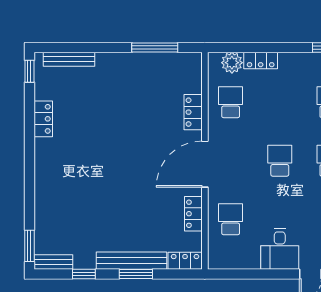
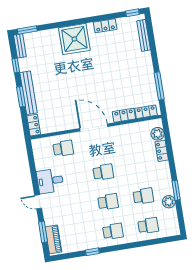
school desk: (231, 102) -> (134, 137), removed
shower: (57, 172) -> (74, 39), added
locker: (193, 214) -> (146, 112), moved

